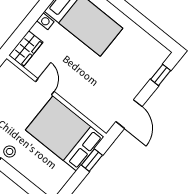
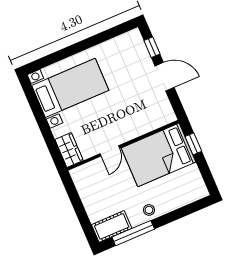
door: (45, 87) -> (110, 151), swing flipped
door: (129, 114) -> (165, 77), moved

